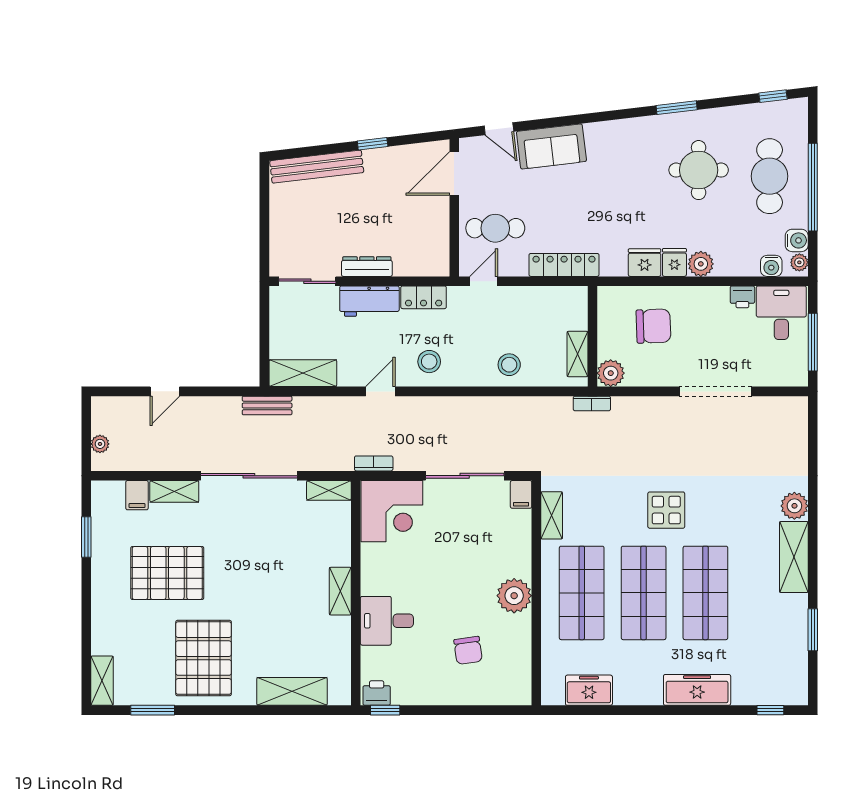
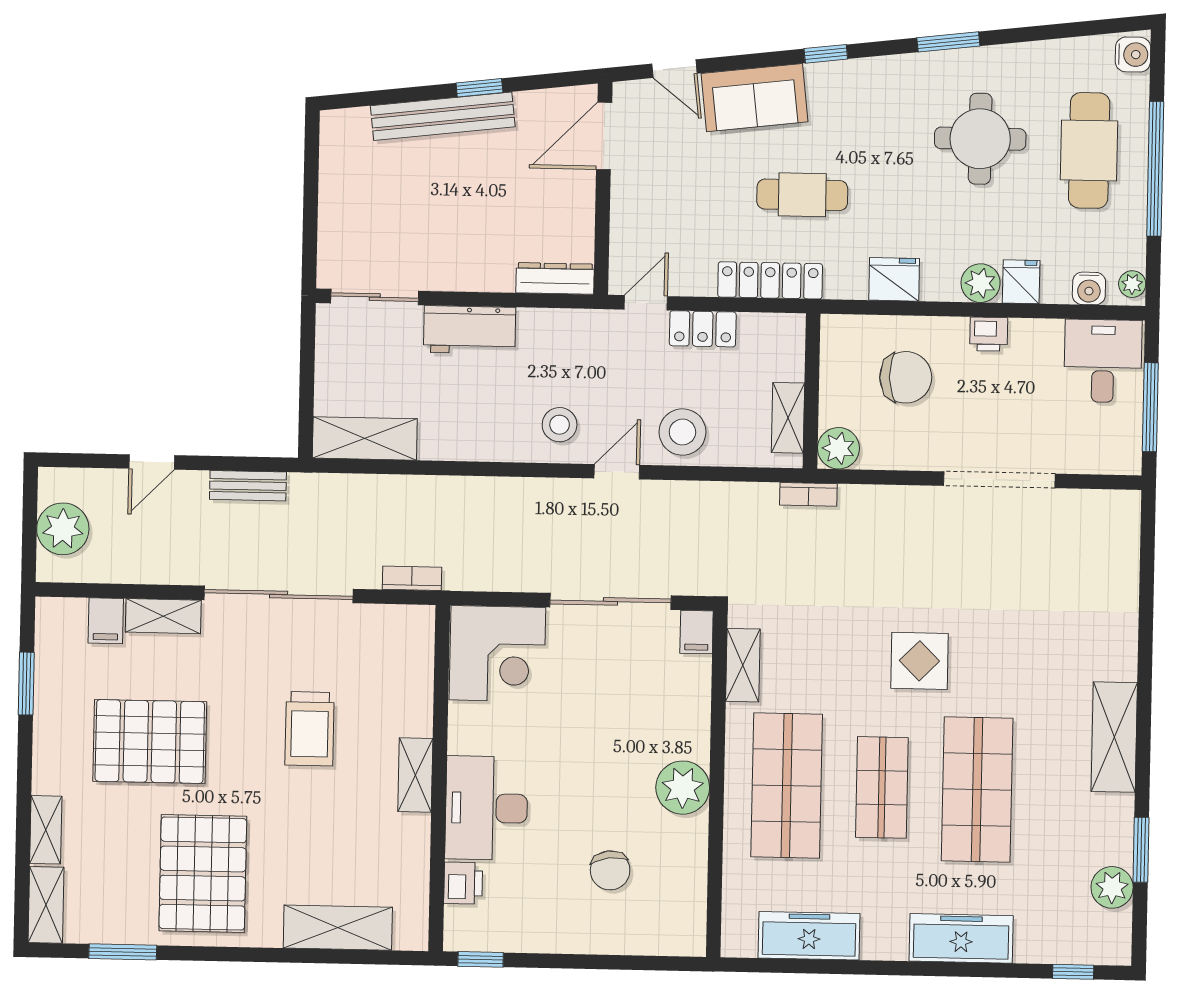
window: (773, 96) -> (826, 54), moved
bench: (317, 167) -> (443, 116), moved
cafe table: (495, 228) -> (802, 195), moved
water cooler: (797, 240) -> (1133, 55), moved
fridge: (674, 262) -> (1021, 282), moved
dresser: (367, 267) -> (555, 278), moved
locker: (424, 297) -> (703, 329), moved
printer: (742, 297) -> (989, 334), moved
stool: (509, 365) -> (682, 432), width x1.38, depth x1.38
door: (380, 391) -> (617, 472), moved
bench: (267, 405) -> (248, 486), moved
plant: (100, 444) -> (63, 529), width x1.87, depth x1.87
bookcase: (374, 463) -> (412, 578), moved
shelving: (329, 490) -> (46, 830), moved, turned 90
plant: (794, 506) -> (1112, 887), moved
trolley: (271, 563) -> (310, 729), added
shop shelf: (644, 593) -> (882, 787), width x0.70, depth x0.74
desk: (387, 621) -> (486, 808), width x1.37
freezer: (589, 690) -> (809, 936), width x1.40
printer: (377, 693) -> (463, 883), moved, turned 90

